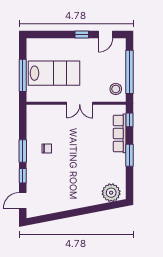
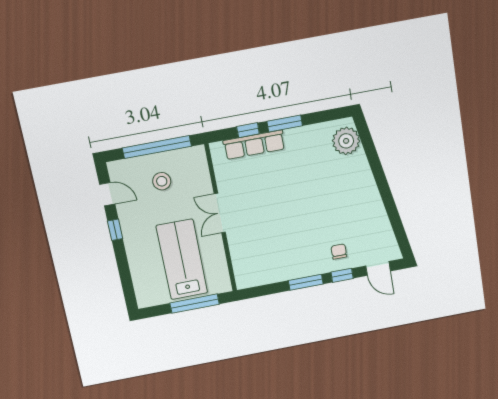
stool: (116, 89) -> (162, 181), moved
double door: (80, 103) -> (220, 213), swing flipped
window: (129, 120) -> (248, 130), moved
chair: (47, 148) -> (339, 252), moved

